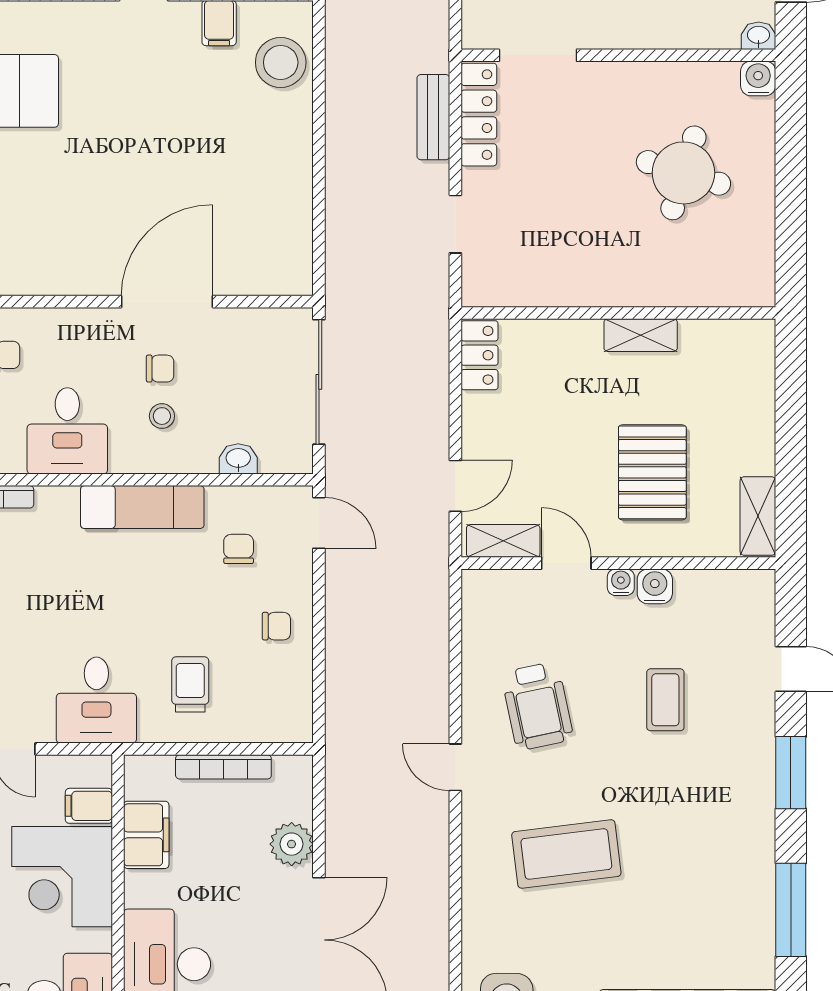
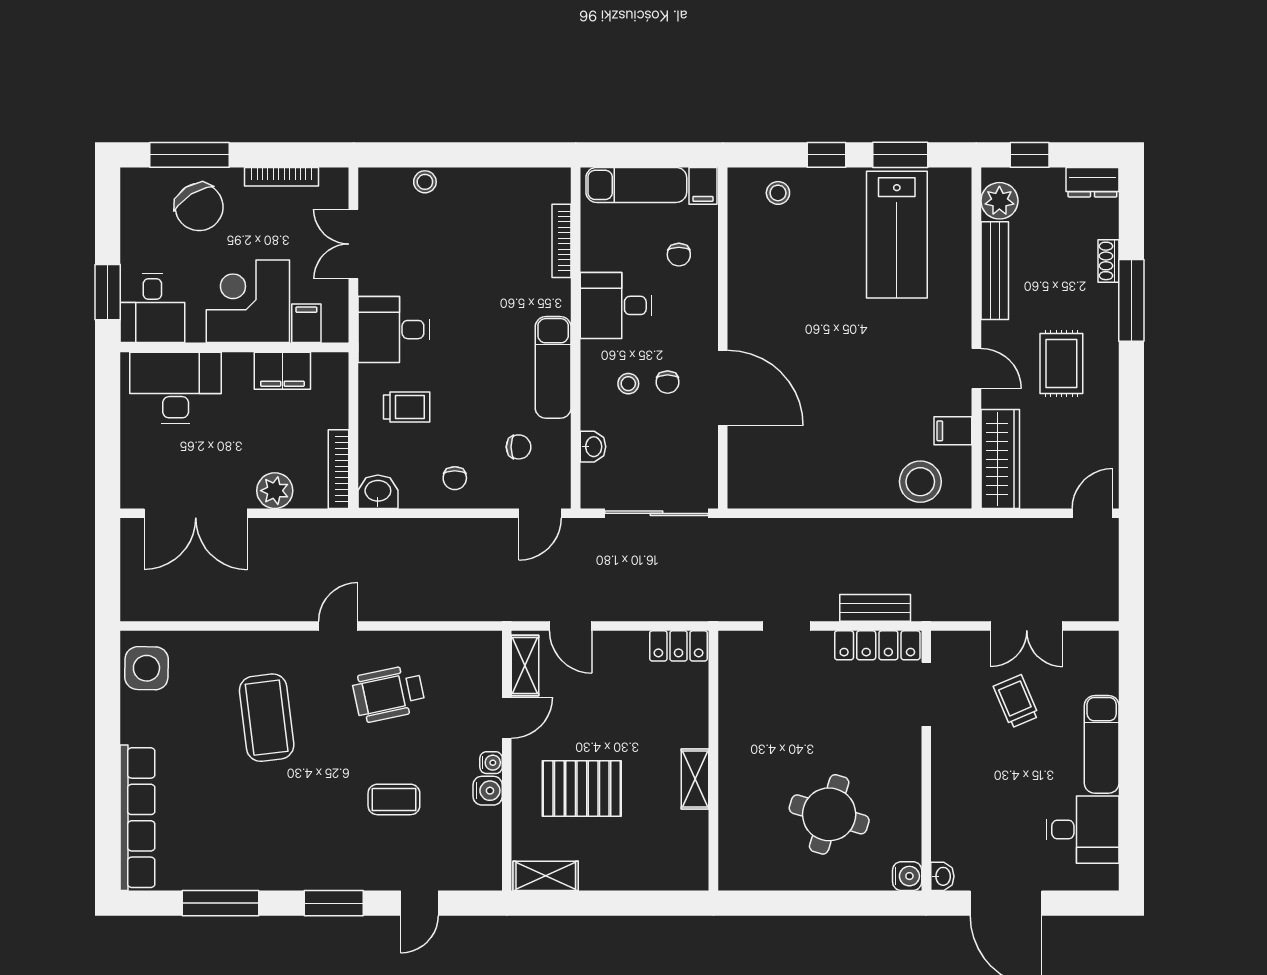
washbasin: (293, 719) -> (378, 492), added
bookcase: (223, 767) -> (339, 469), moved

